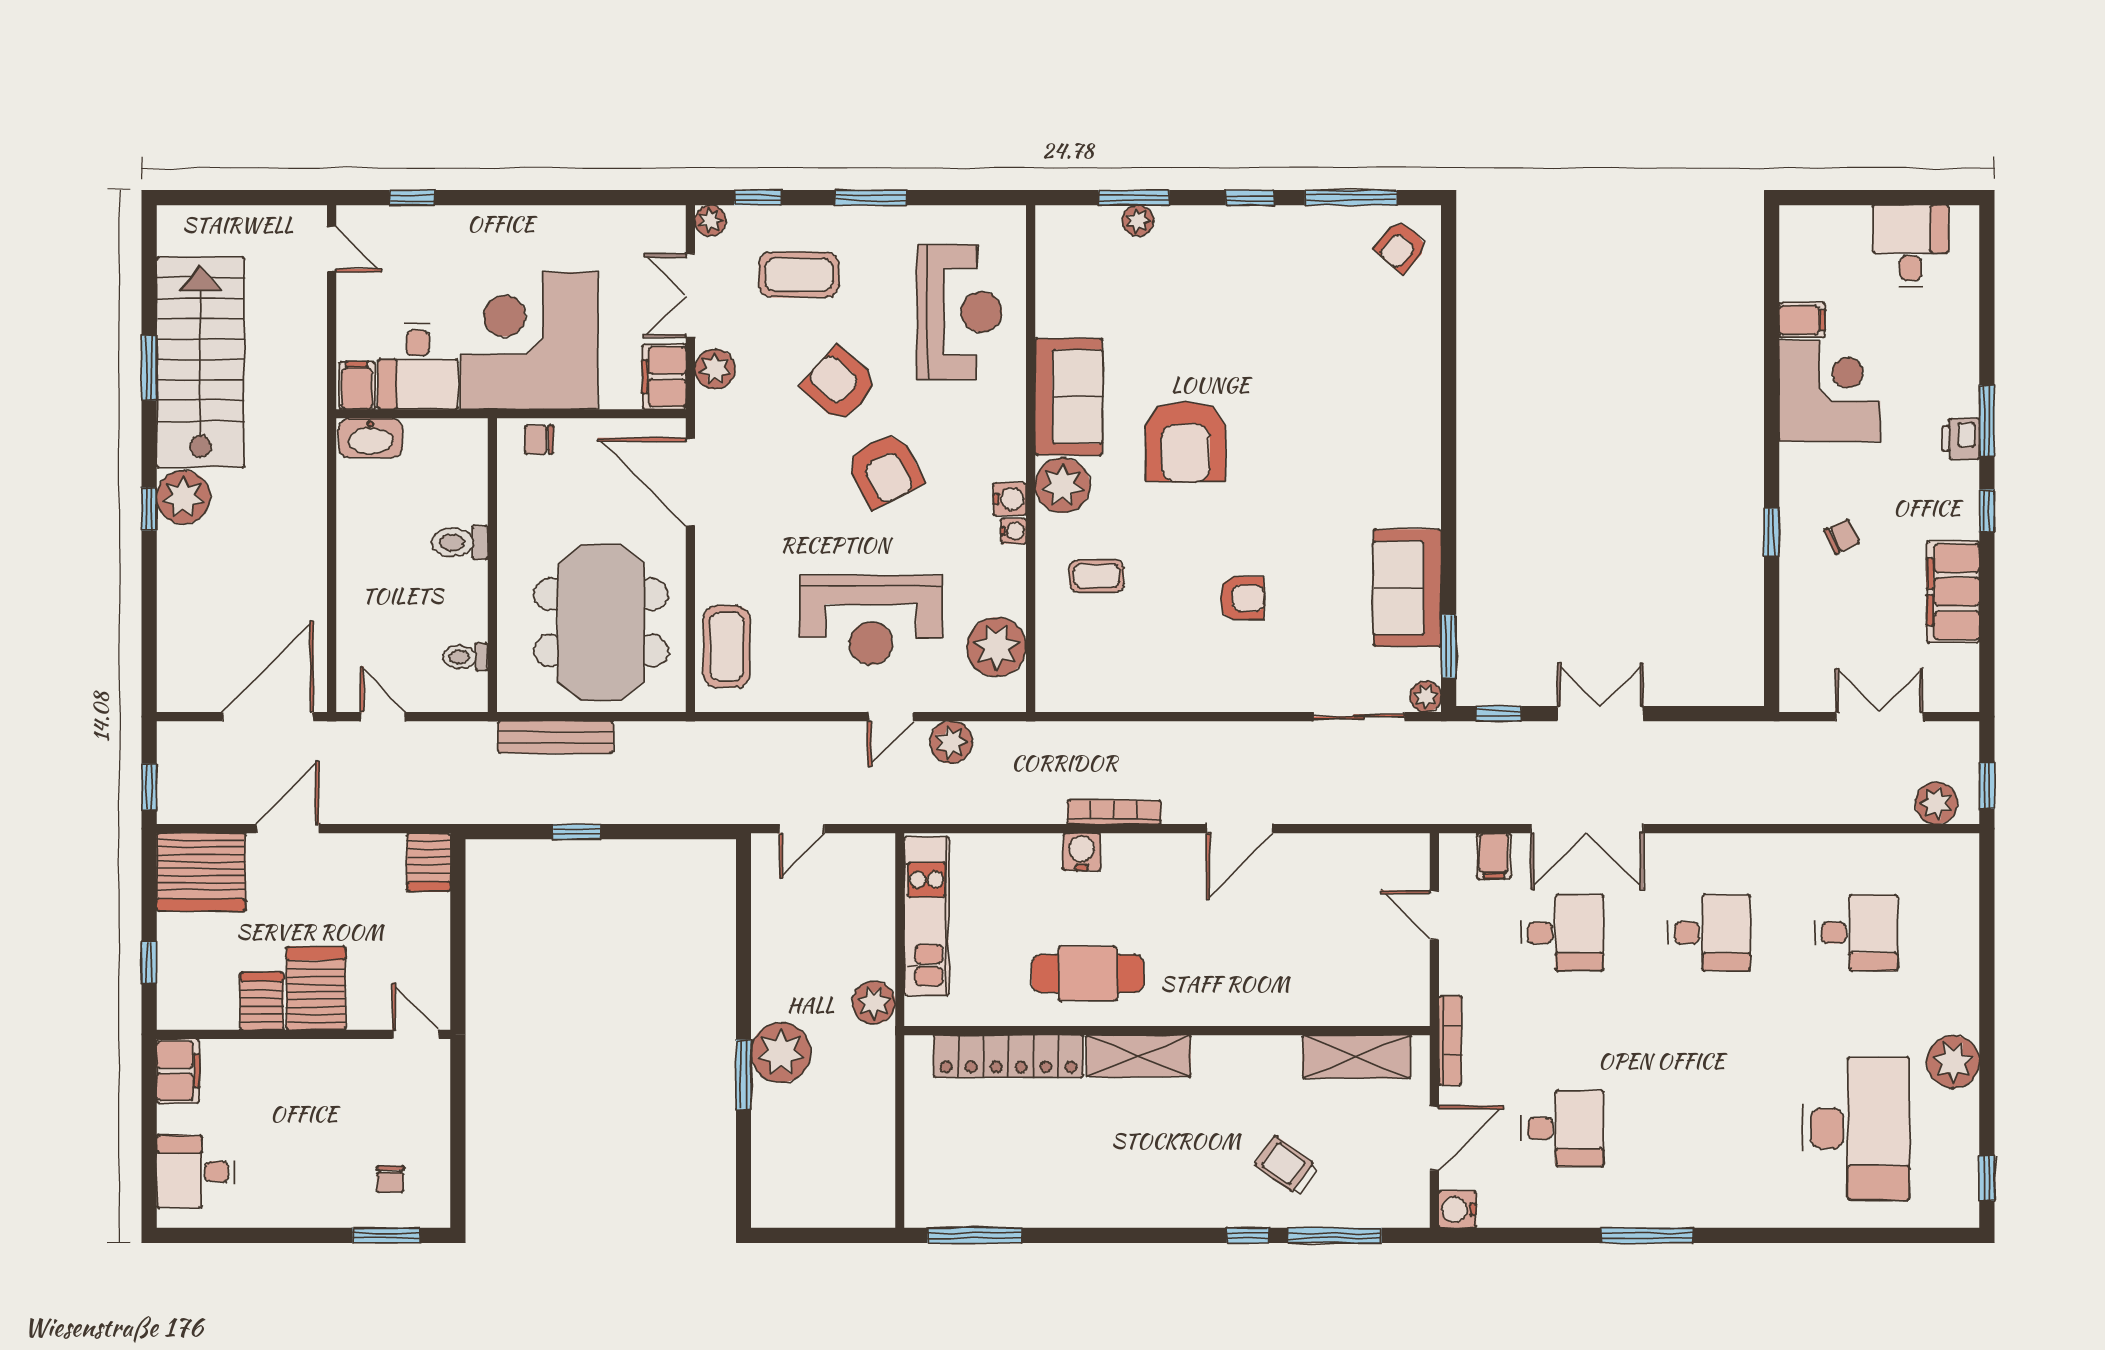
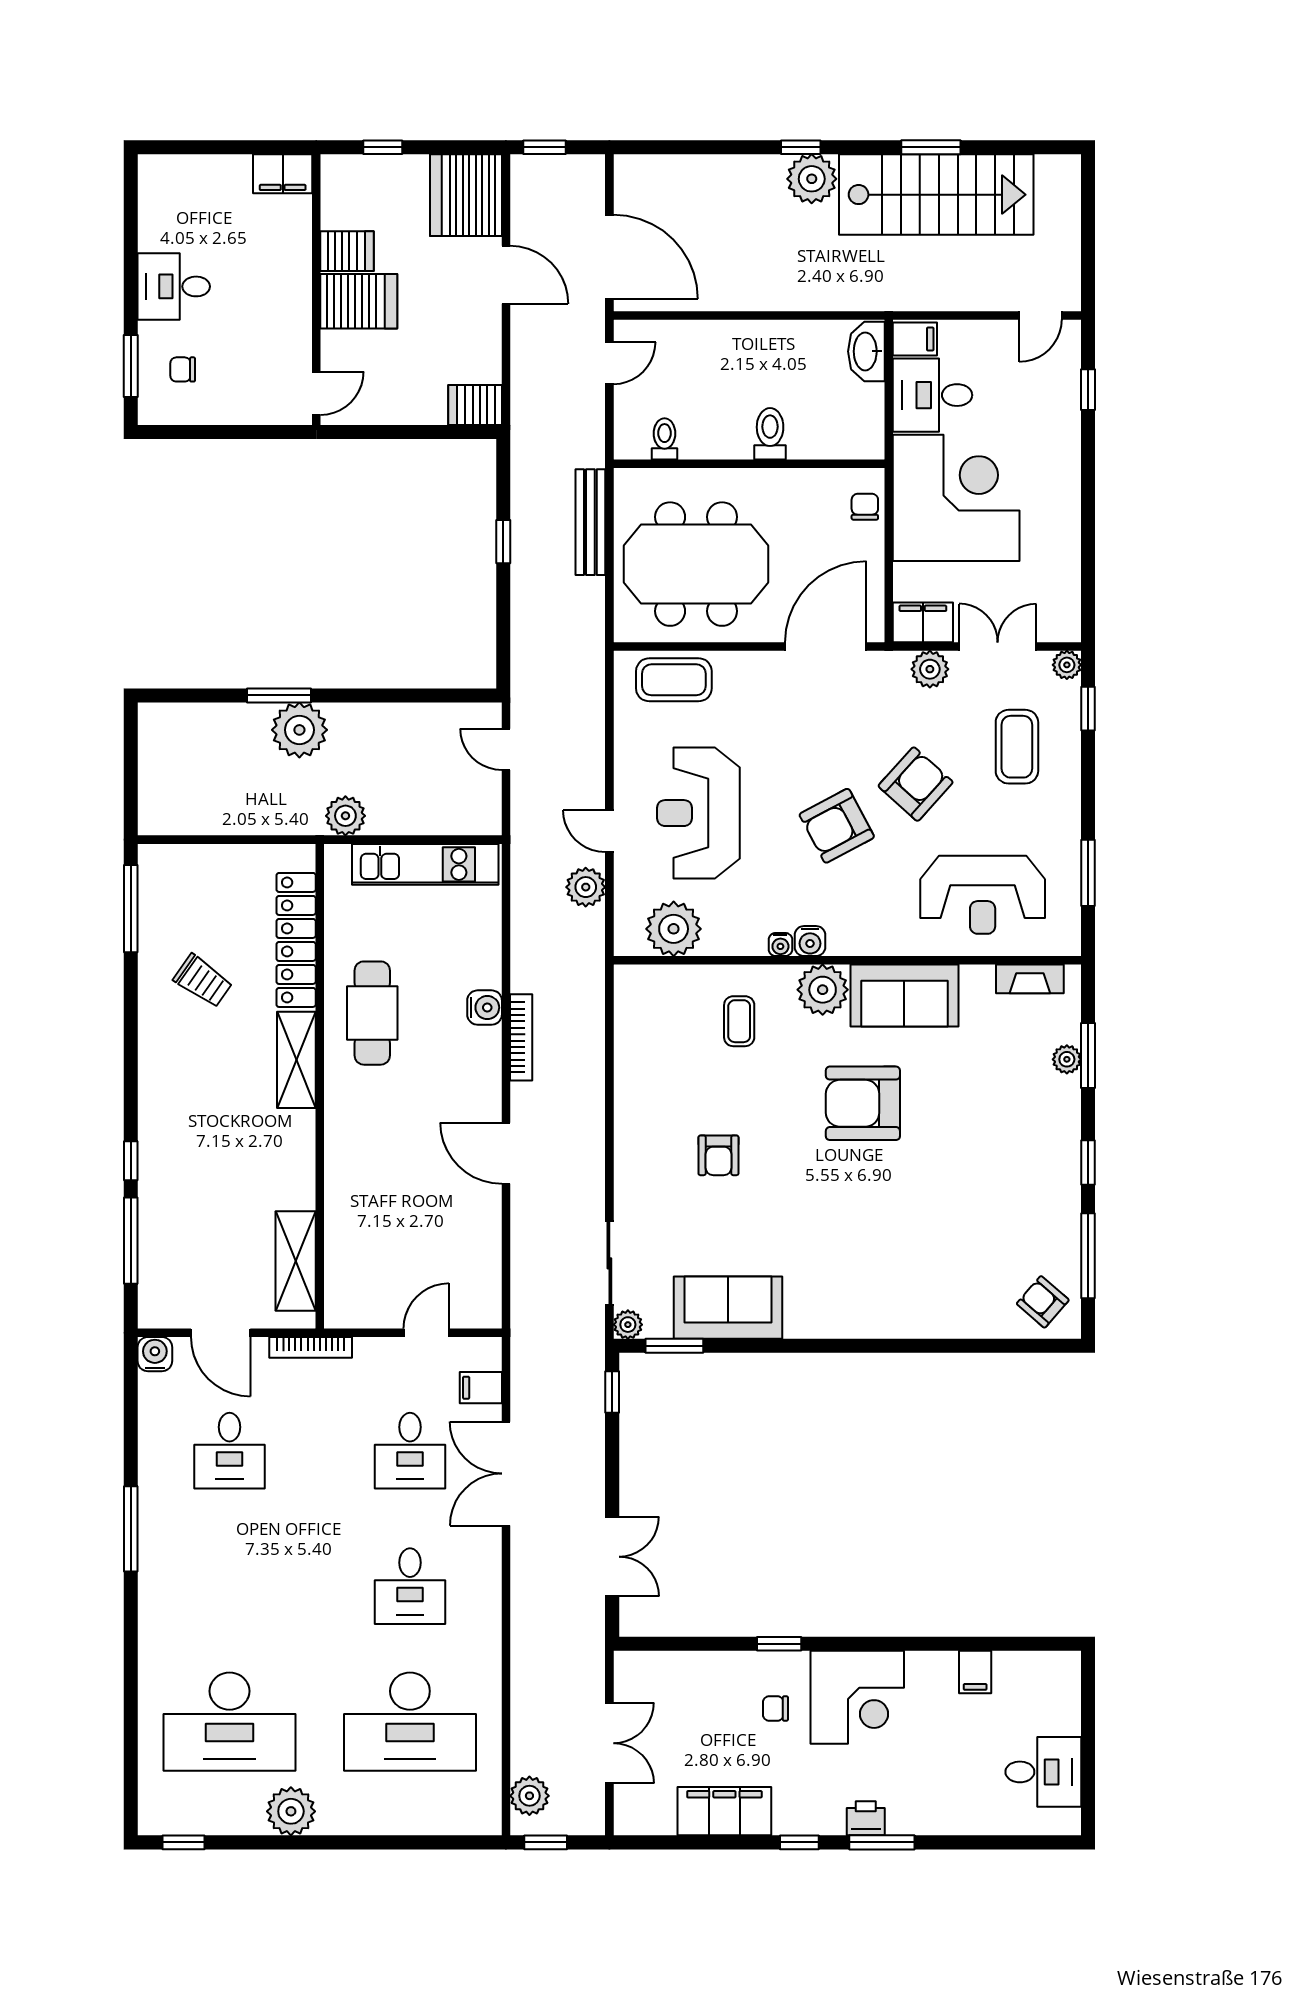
window: (871, 198) -> (1088, 873), moved
fireplace: (1051, 261) -> (1030, 979), added
corner desk: (1830, 391) -> (857, 1697), moved
chair: (1842, 536) -> (775, 1709), turned 115
double door: (1600, 714) -> (612, 1557), moved
desk: (1856, 933) -> (410, 1722), width x1.87, depth x1.30
trolley: (1287, 1166) -> (203, 981), moved, turned 89
desk: (196, 1172) -> (174, 286), moved, turned -90

